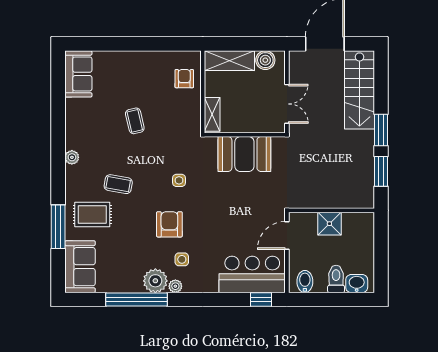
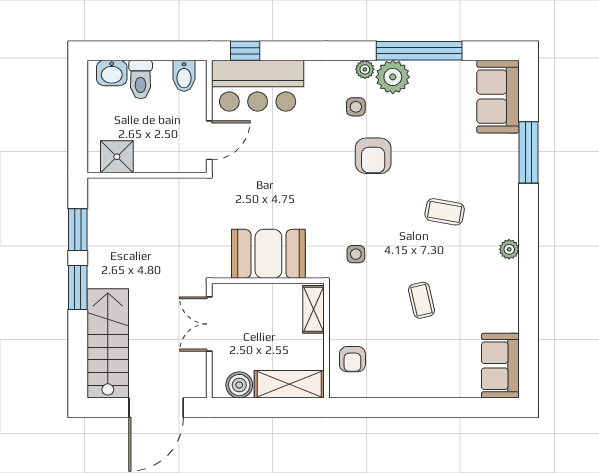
side table: (179, 180) -> (356, 254), moved
rug: (92, 215) -> (481, 169), removed
shower: (329, 224) -> (117, 157), moved

